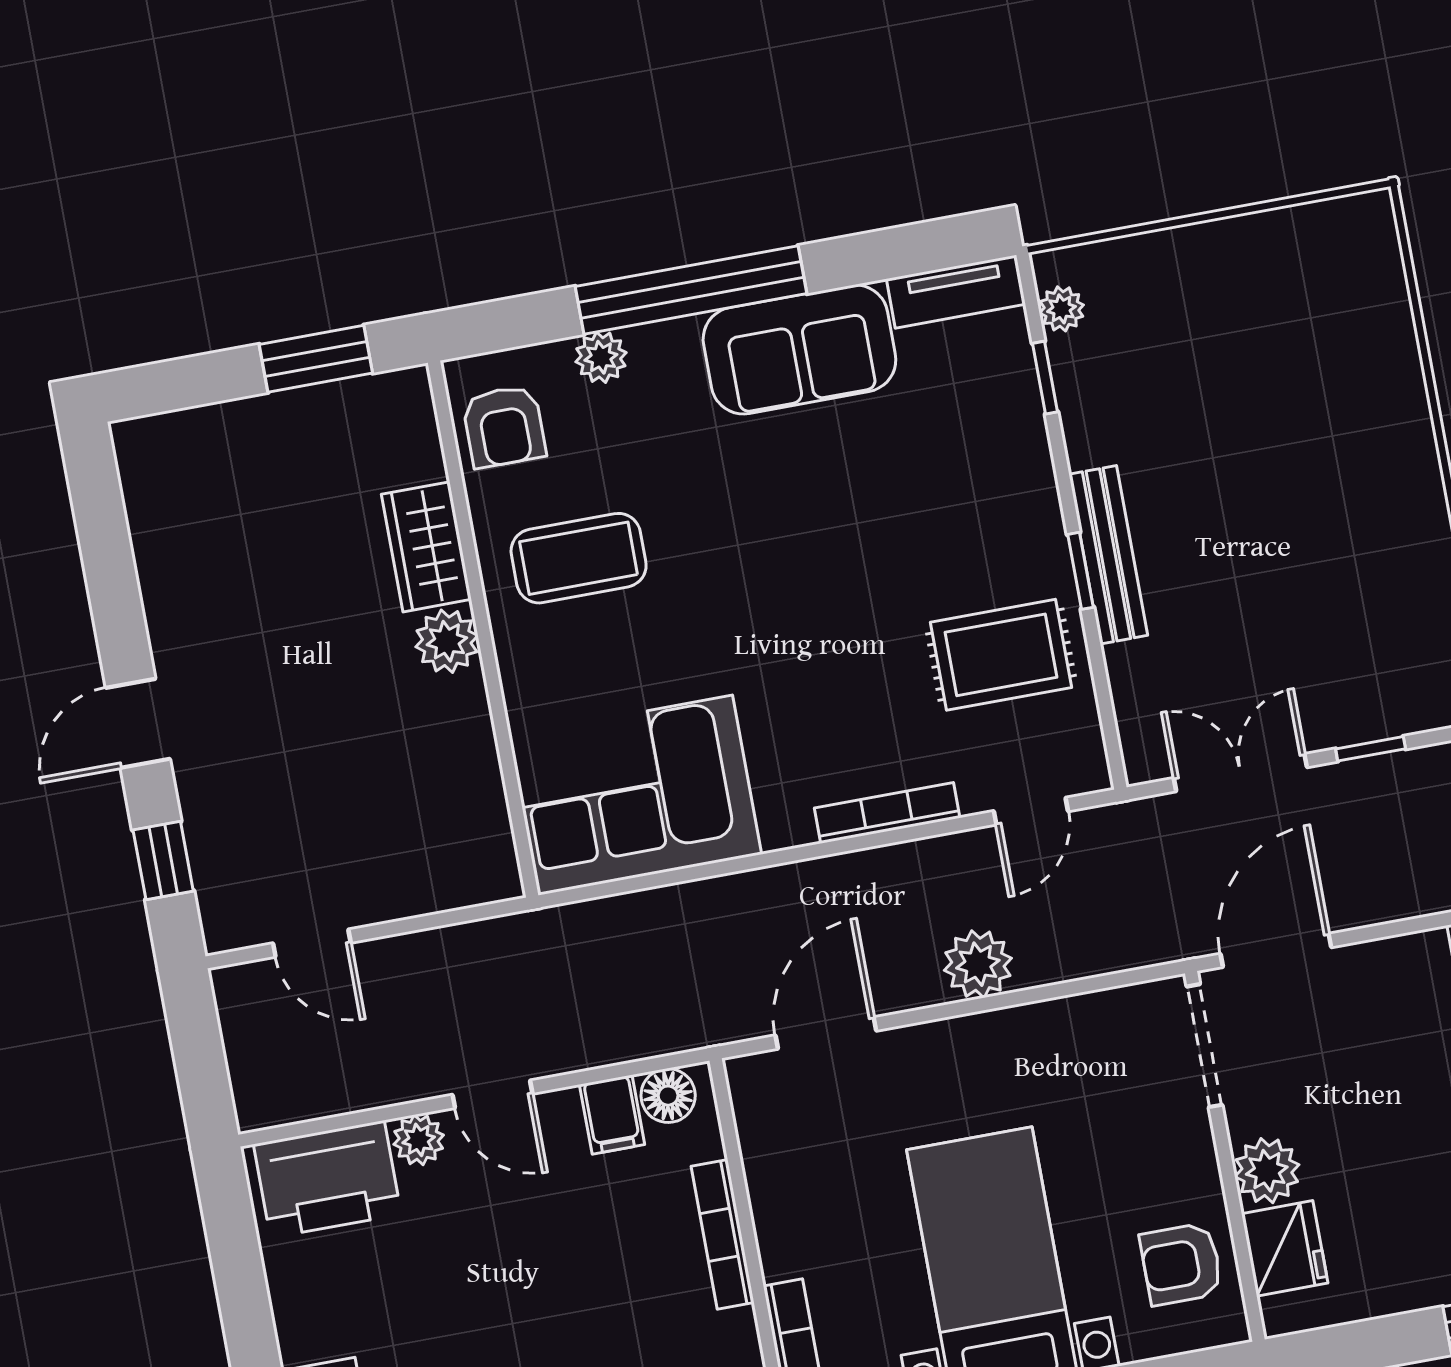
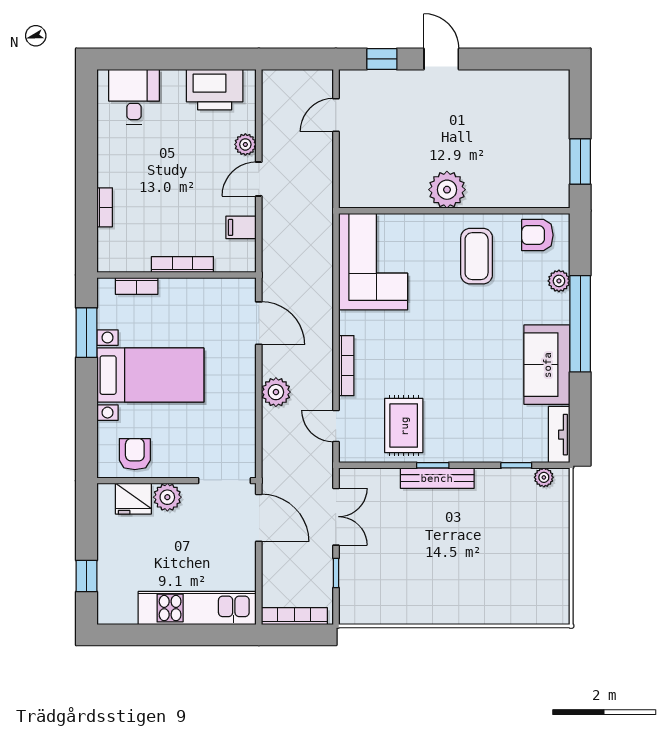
wardrobe: (426, 547) -> (493, 193), removed
plant: (447, 641) -> (447, 190), width x1.36, depth x1.36
floor lamp: (668, 1096) -> (245, 252), removed
printer: (327, 1179) -> (215, 90), moved, turned -90

